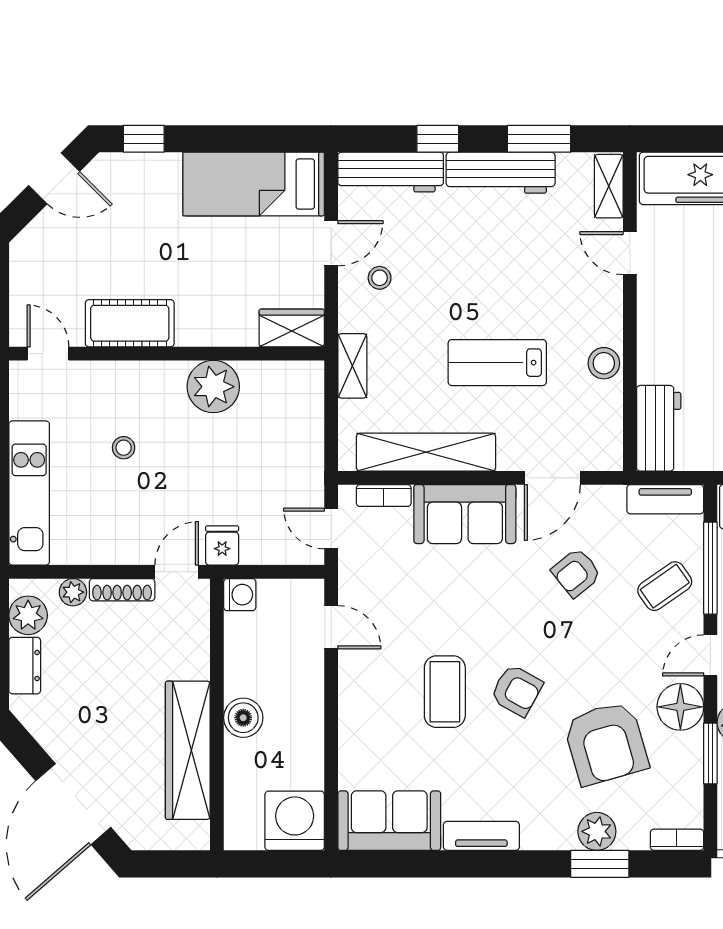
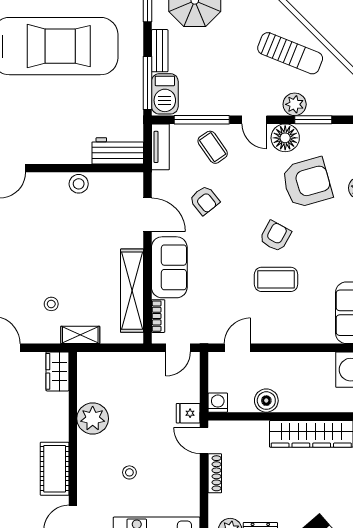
stool: (380, 278) -> (51, 304), moved
lab bench: (497, 363) -> (78, 248), removed
plant: (73, 592) -> (216, 503), removed
boiler: (243, 718) -> (266, 401), moved

